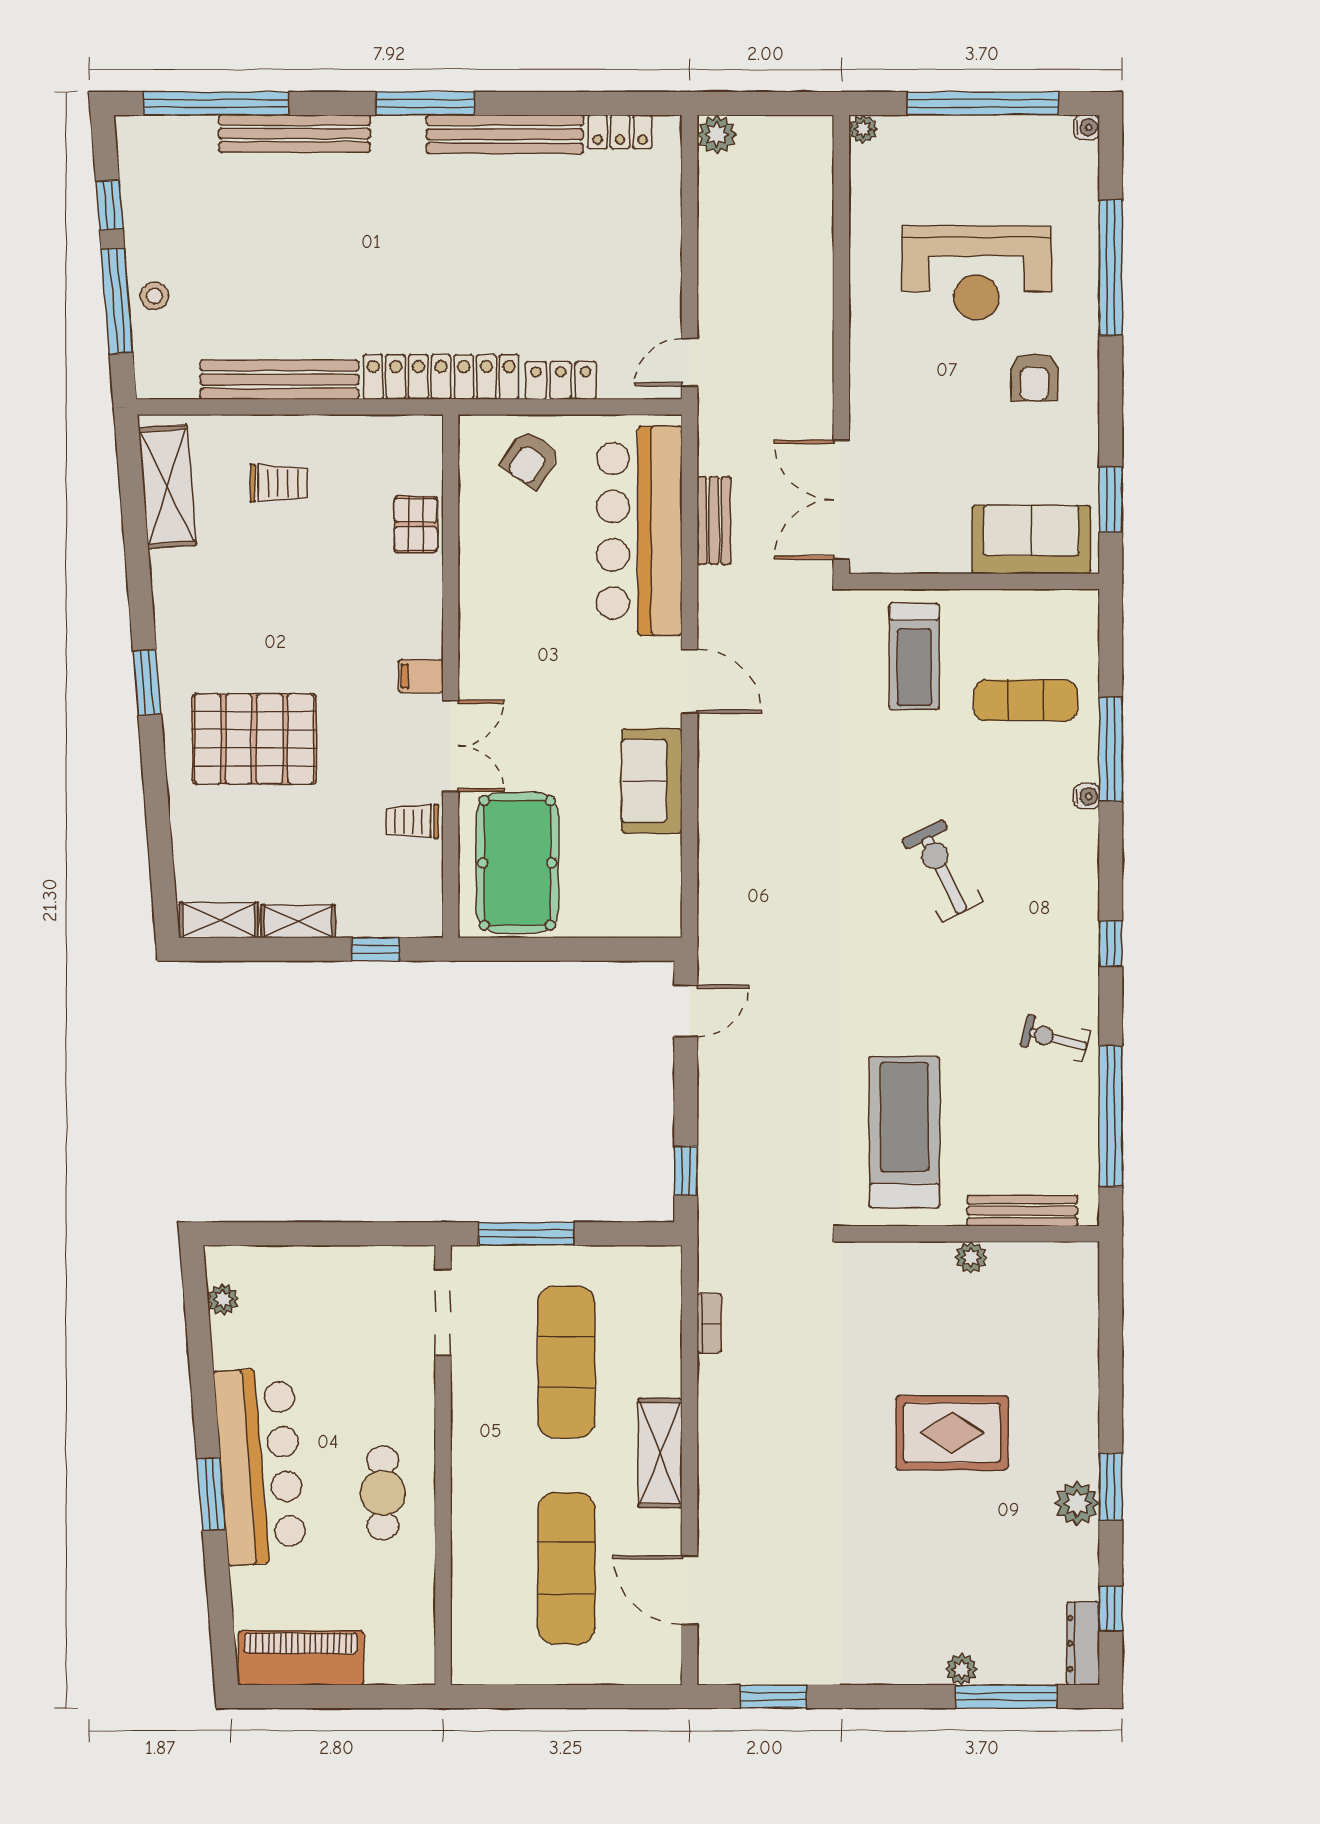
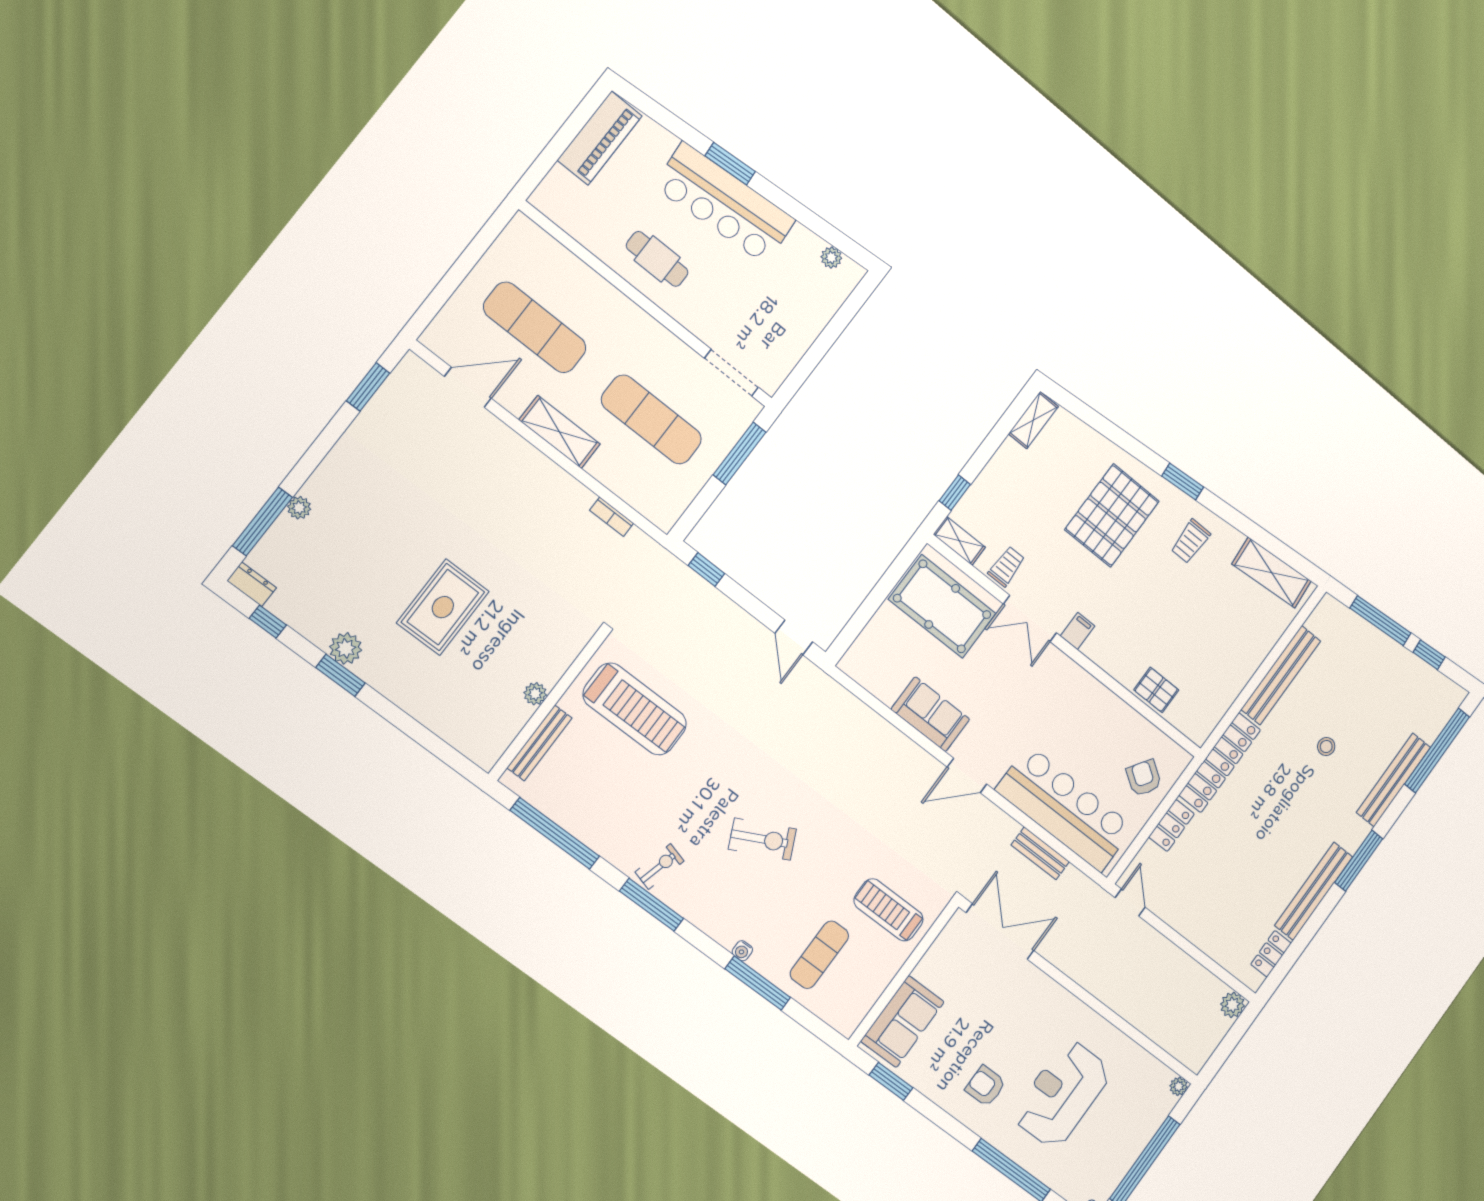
stool: (154, 296) -> (1326, 747), moved
trolley: (279, 483) -> (1191, 541), moved
shelving: (298, 921) -> (959, 541), moved, turned 90
window: (1111, 943) -> (652, 905), width x2.17
exercise bike: (1055, 1038) -> (659, 866), moved
dresser: (1083, 1643) -> (252, 584), width x0.70

